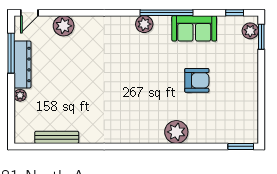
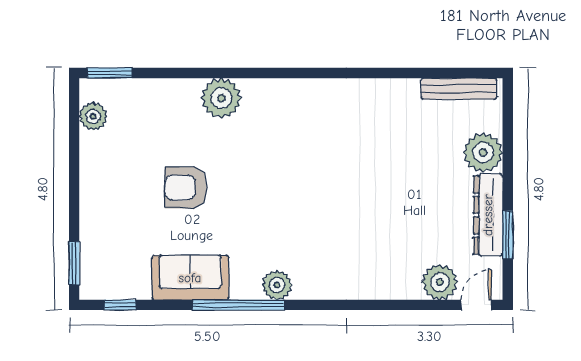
plant: (64, 26) -> (440, 282), moved
plant: (250, 31) -> (93, 116), moved
window: (11, 53) -> (508, 235), width x0.69
plant: (20, 95) -> (483, 153), width x1.88, depth x1.88
bench: (57, 137) -> (459, 89), moved

